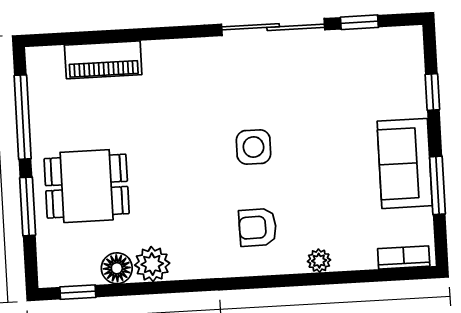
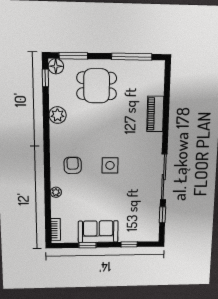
piano: (103, 60) -> (155, 114), moved
window: (438, 185) -> (87, 245), width x0.67
dining table: (87, 186) -> (97, 86), turned 90
window: (28, 206) -> (73, 56), moved
floor lamp: (117, 268) -> (56, 66), moved

